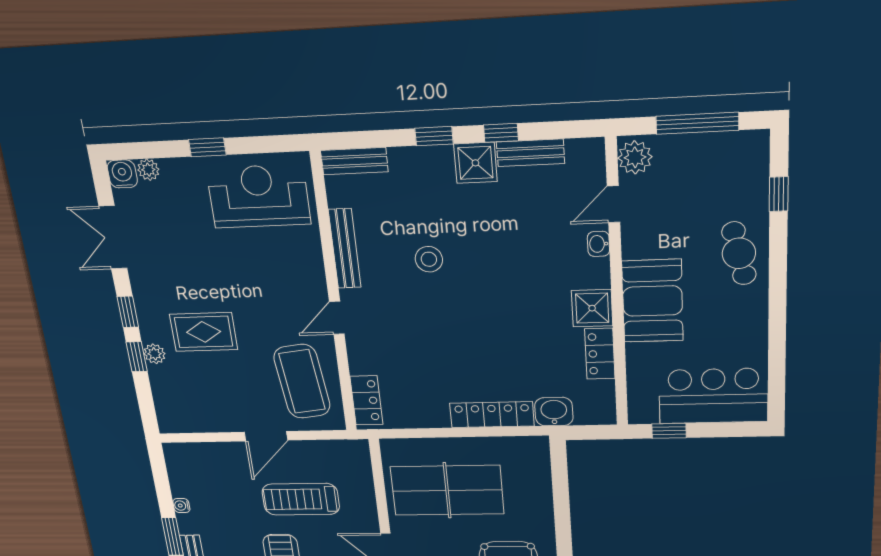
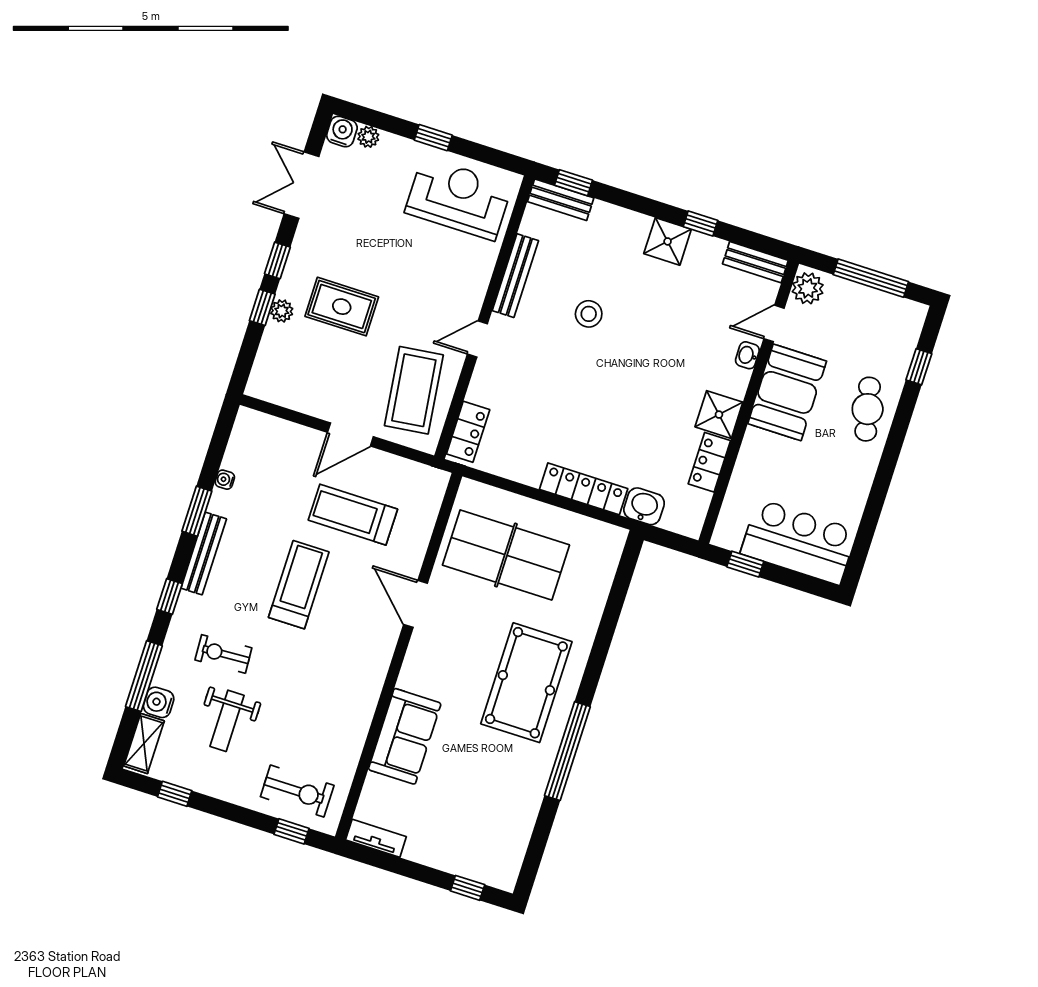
window: (434, 136) -> (574, 183), moved
bench: (531, 153) -> (755, 262), moved
booth: (653, 301) -> (787, 392), moved

